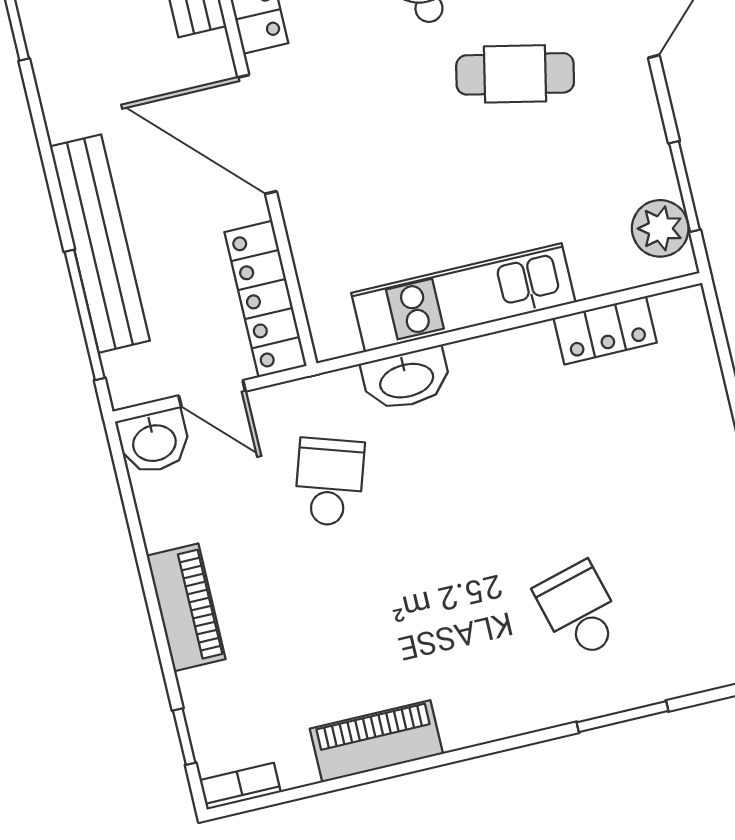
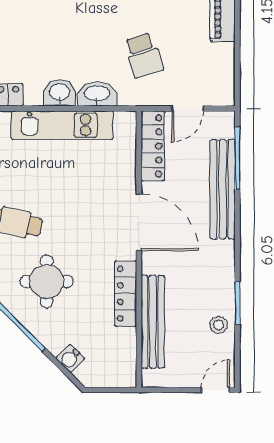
door: (212, 393) -> (187, 108), swing flipped
washbasin: (154, 441) -> (60, 93), moved
school desk: (329, 482) -> (143, 55), turned -36

